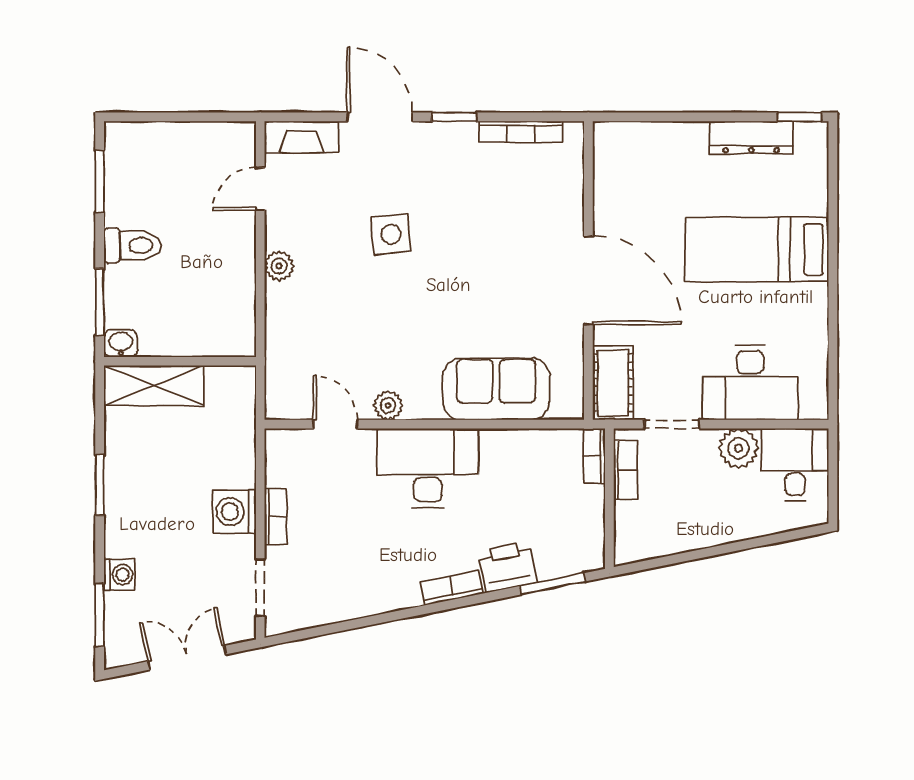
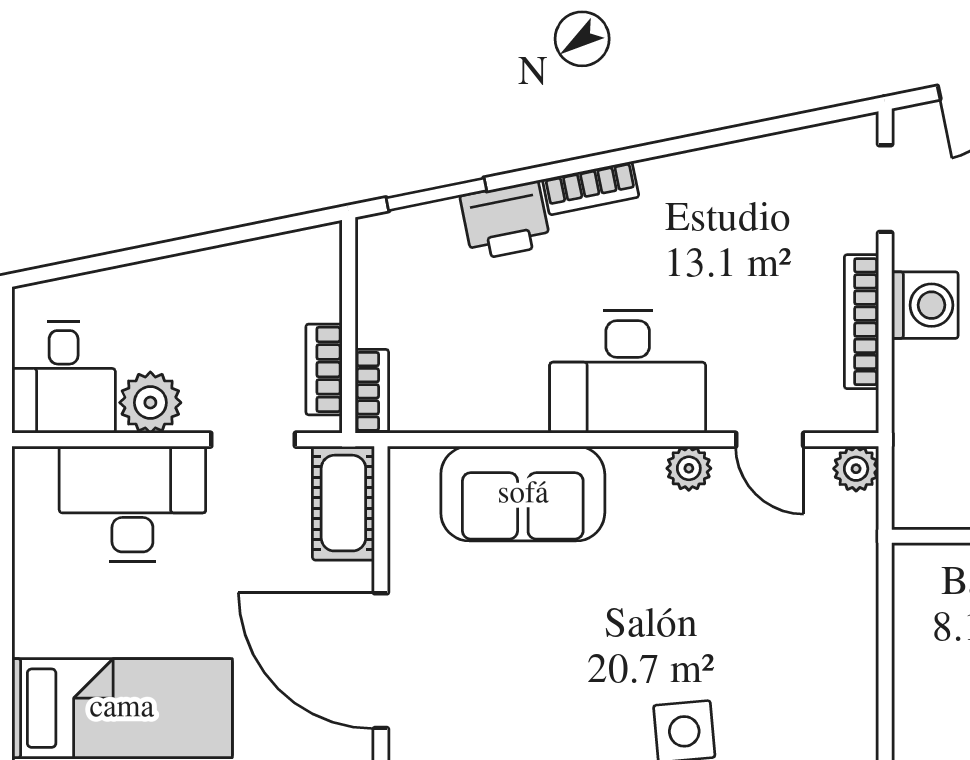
plant: (279, 266) -> (856, 469), moved
bookcase: (276, 517) -> (861, 322), width x1.56

